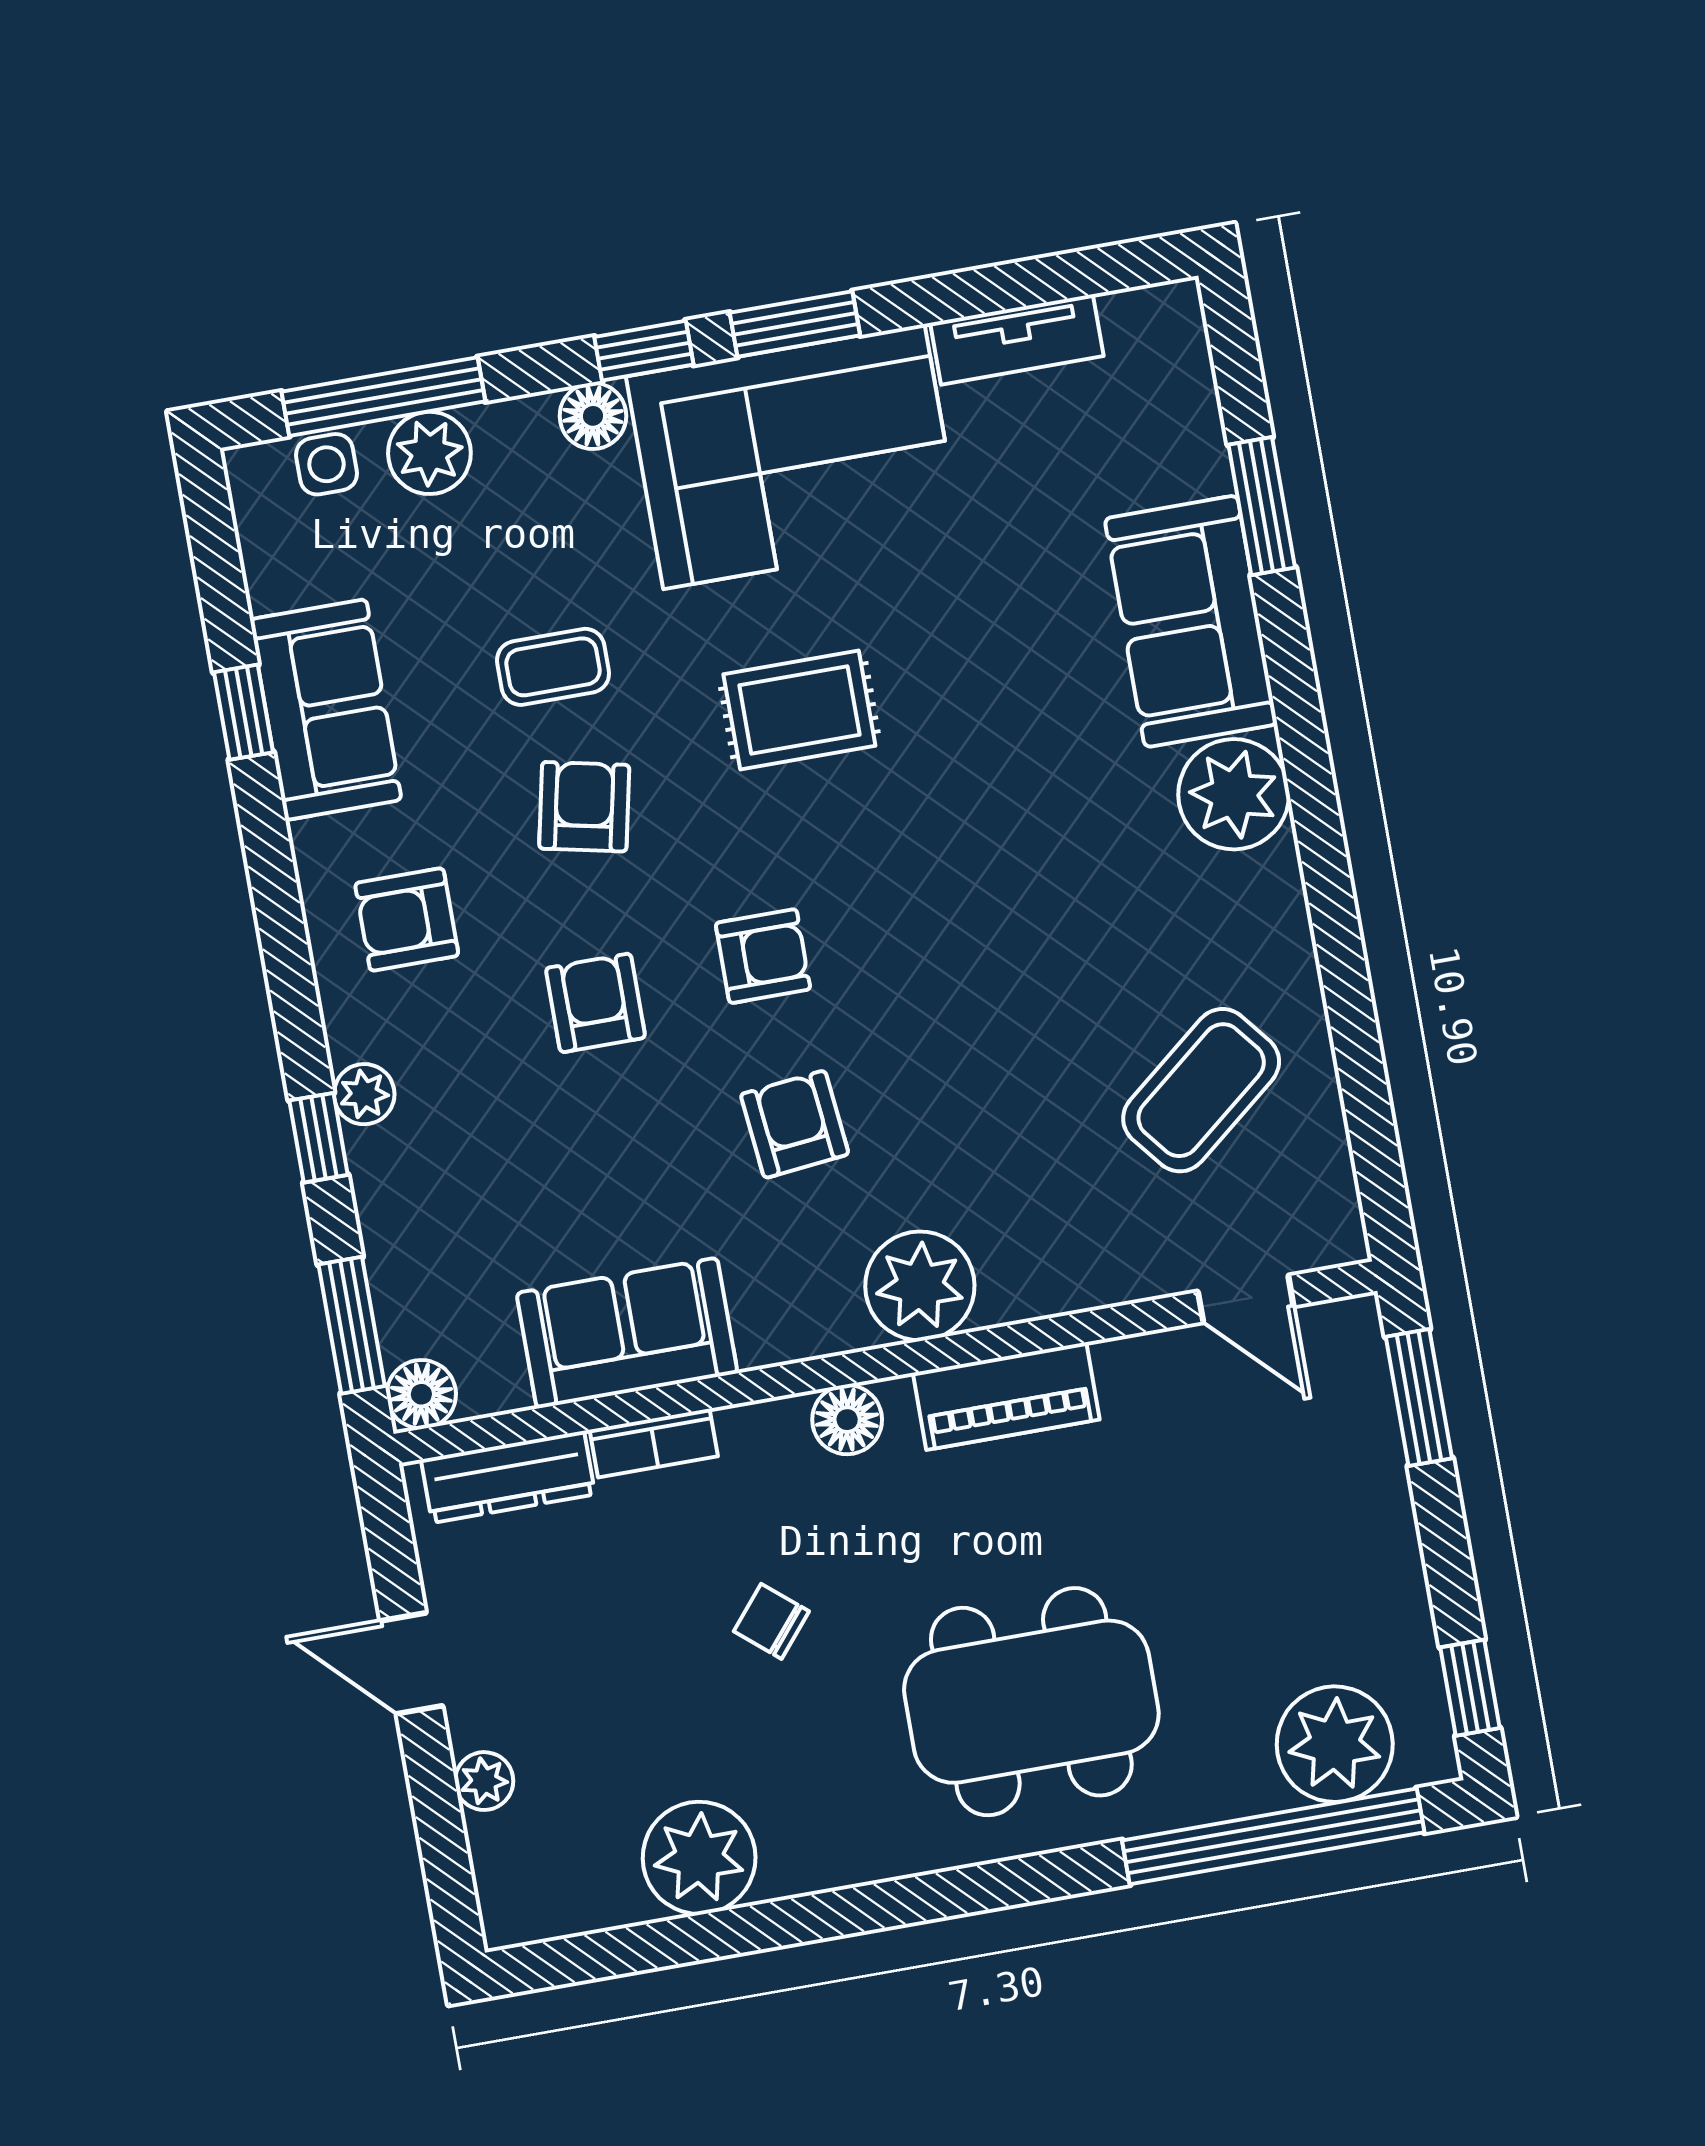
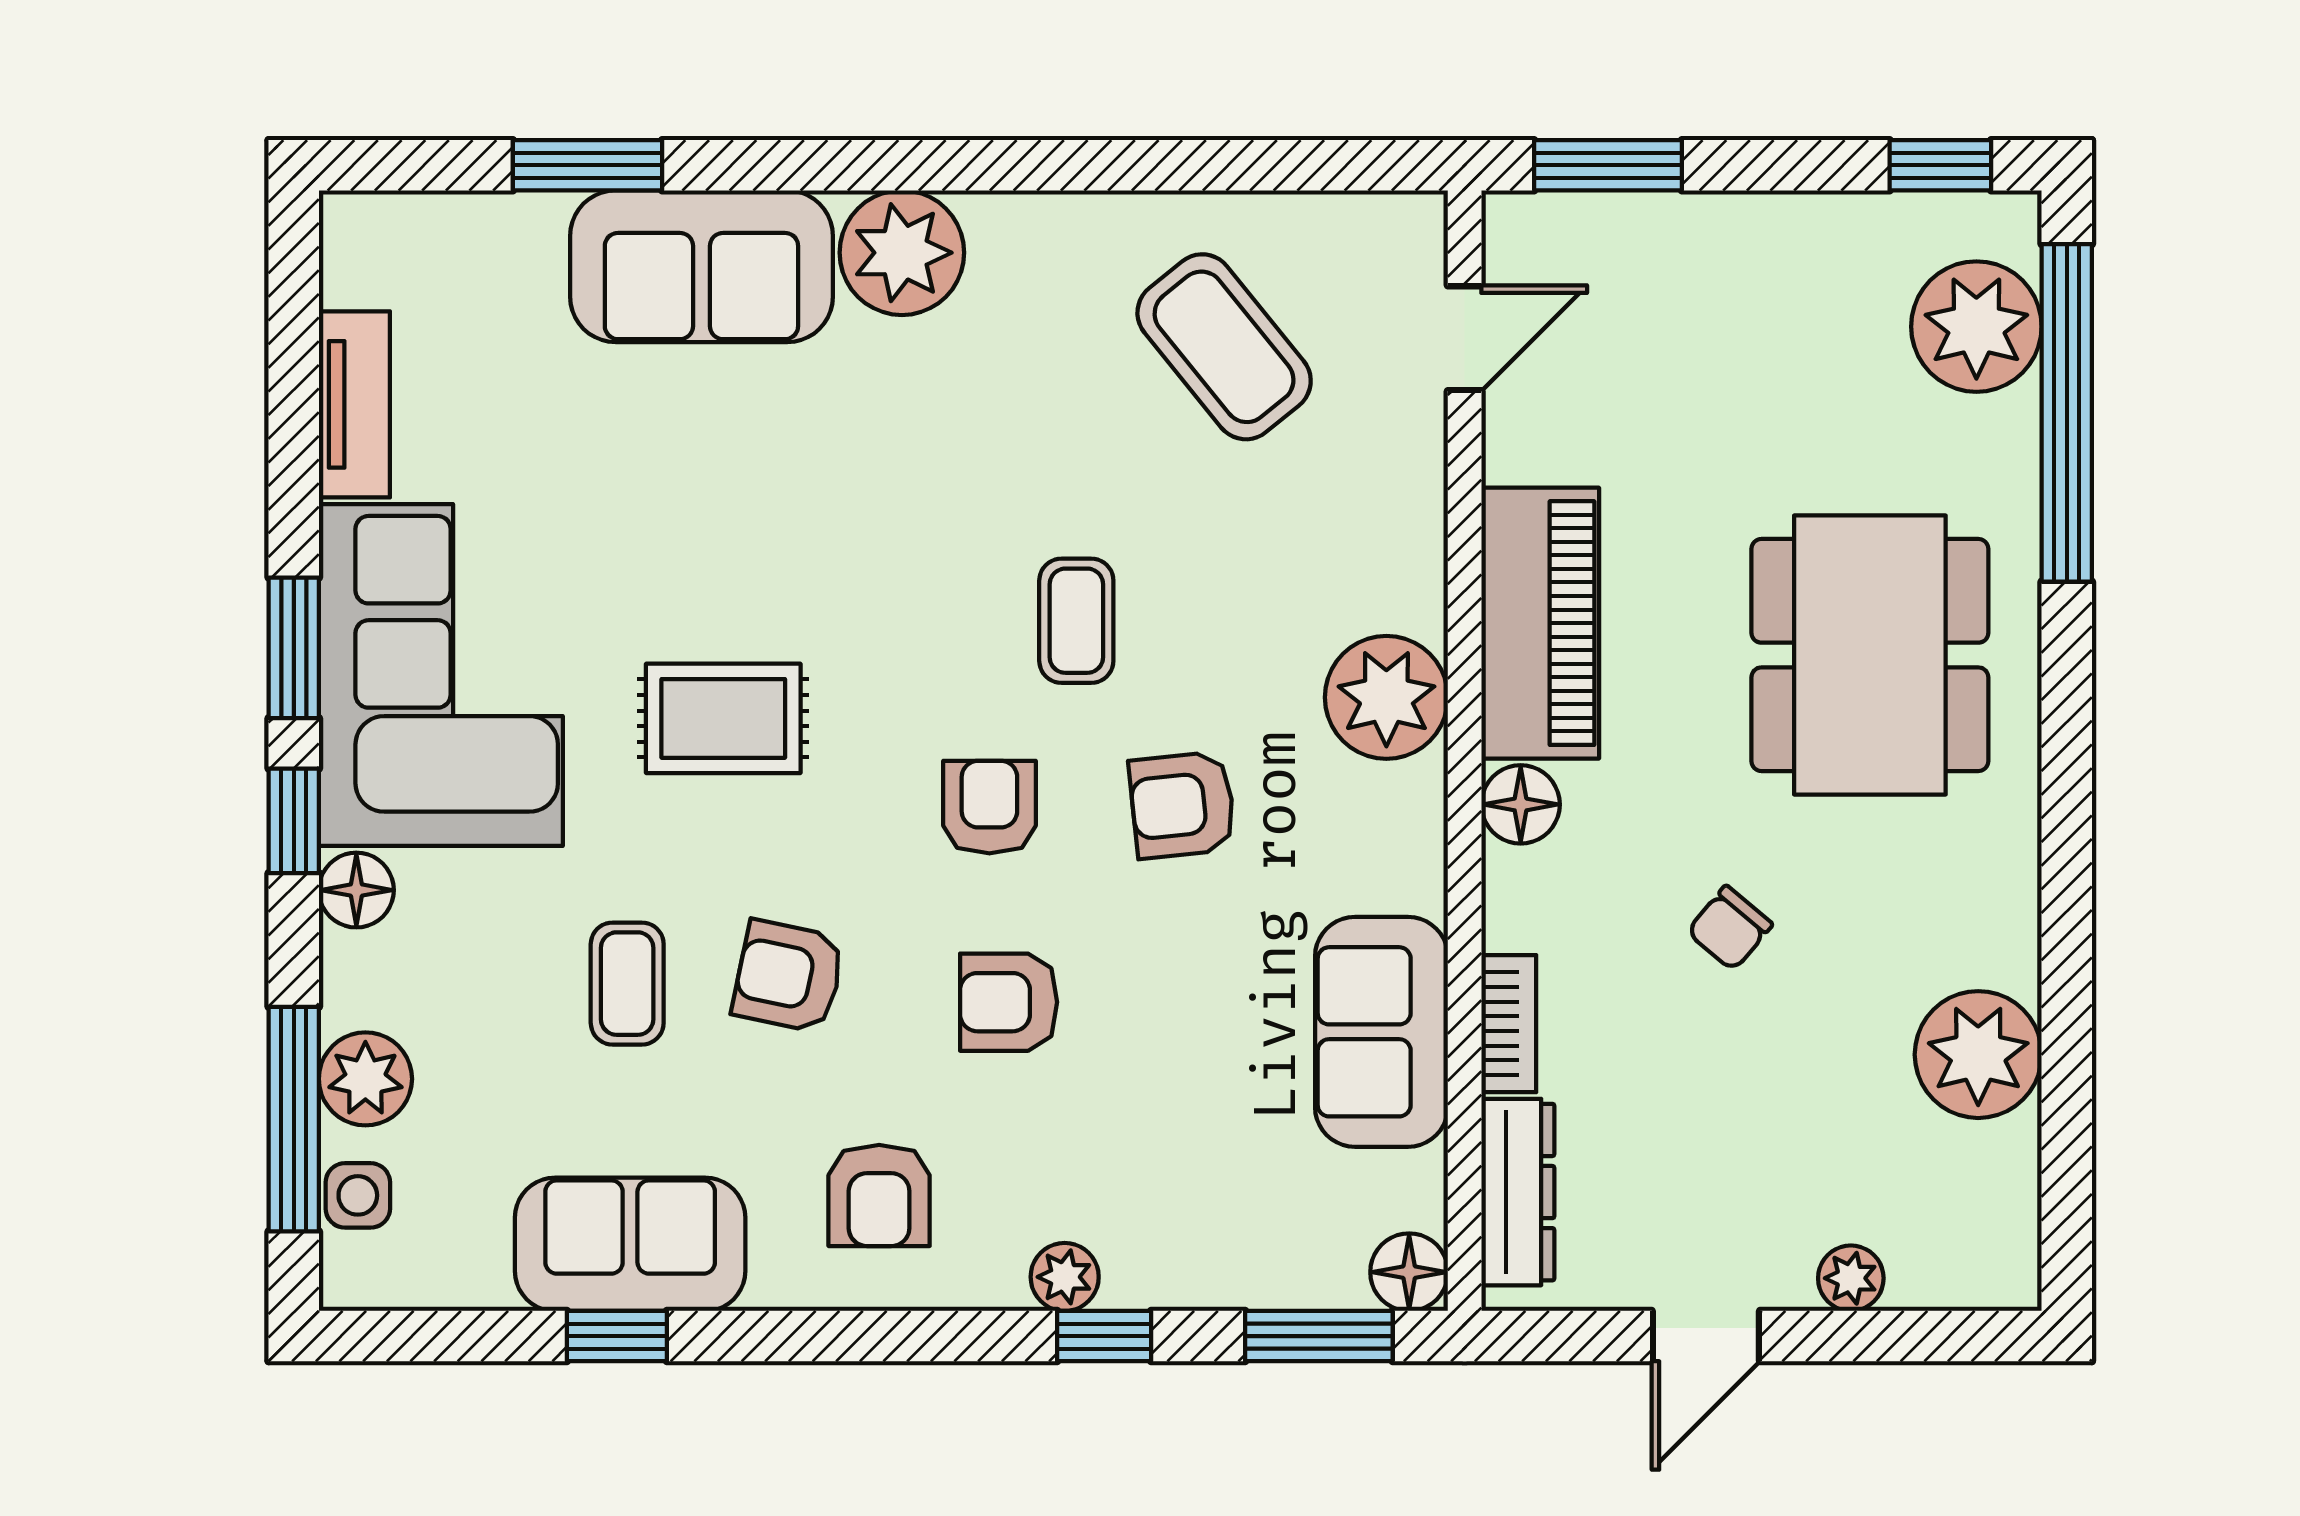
rug: (799, 710) -> (723, 718), turned 90
coffee table: (939, 1003) -> (1076, 621), added
piano: (1006, 1396) -> (1540, 623), width x1.37, depth x1.33

